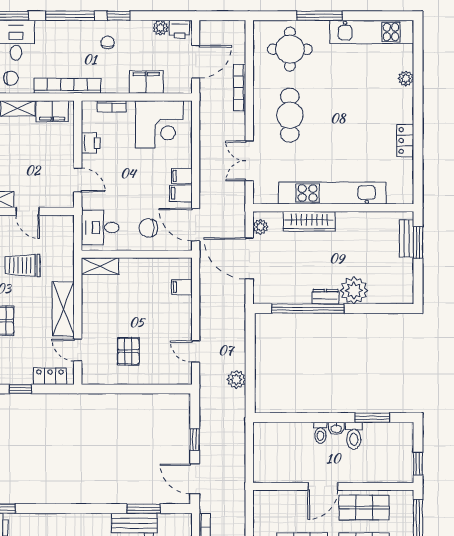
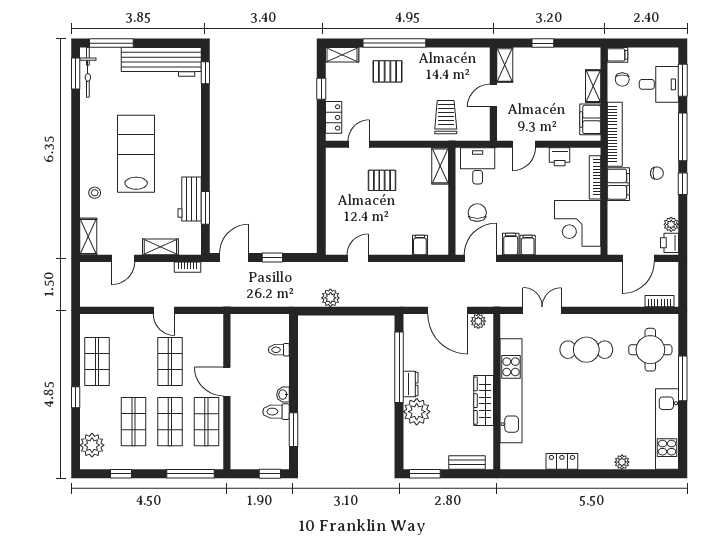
door: (196, 62) -> (638, 258), hinge flipped
filing cabinet: (146, 82) -> (618, 184), moved
bookcase: (240, 88) -> (660, 301), moved, width x0.64
bookcase: (112, 106) -> (595, 177), width x1.56
wardrobe: (309, 221) -> (484, 401), moved
window: (418, 242) -> (425, 474), moved
door: (249, 258) -> (448, 310), swing flipped
trolley: (23, 265) -> (446, 117), moved
shelving: (63, 309) -> (399, 130), removed
pallet: (128, 351) -> (382, 180), moved
toilet: (320, 433) -> (279, 350), moved
window: (418, 464) -> (270, 474), moved

